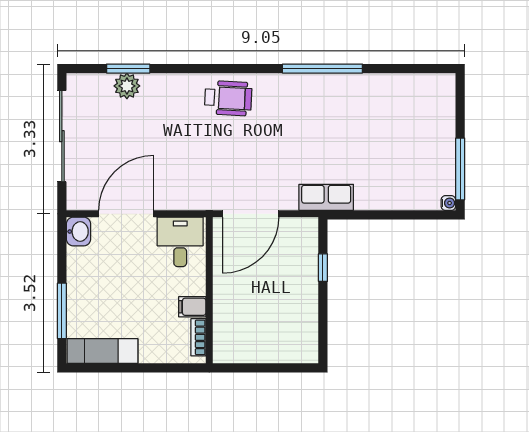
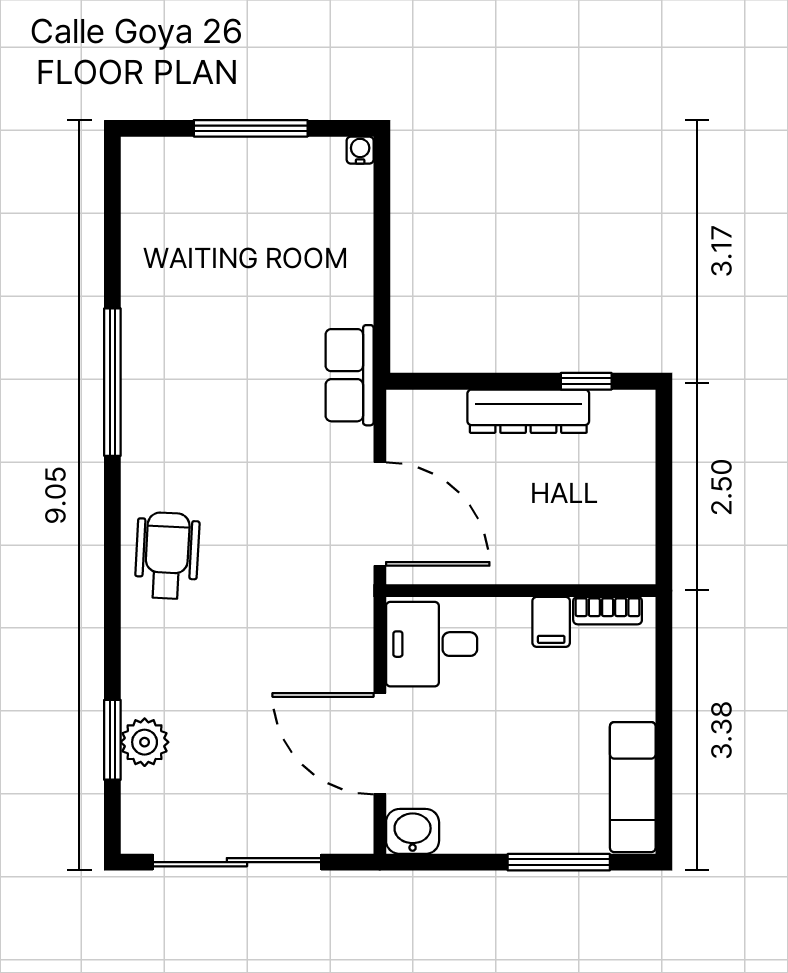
window: (460, 169) -> (251, 128), moved
window: (323, 268) -> (586, 381), moved
dresser: (307, 294) -> (528, 411), added

